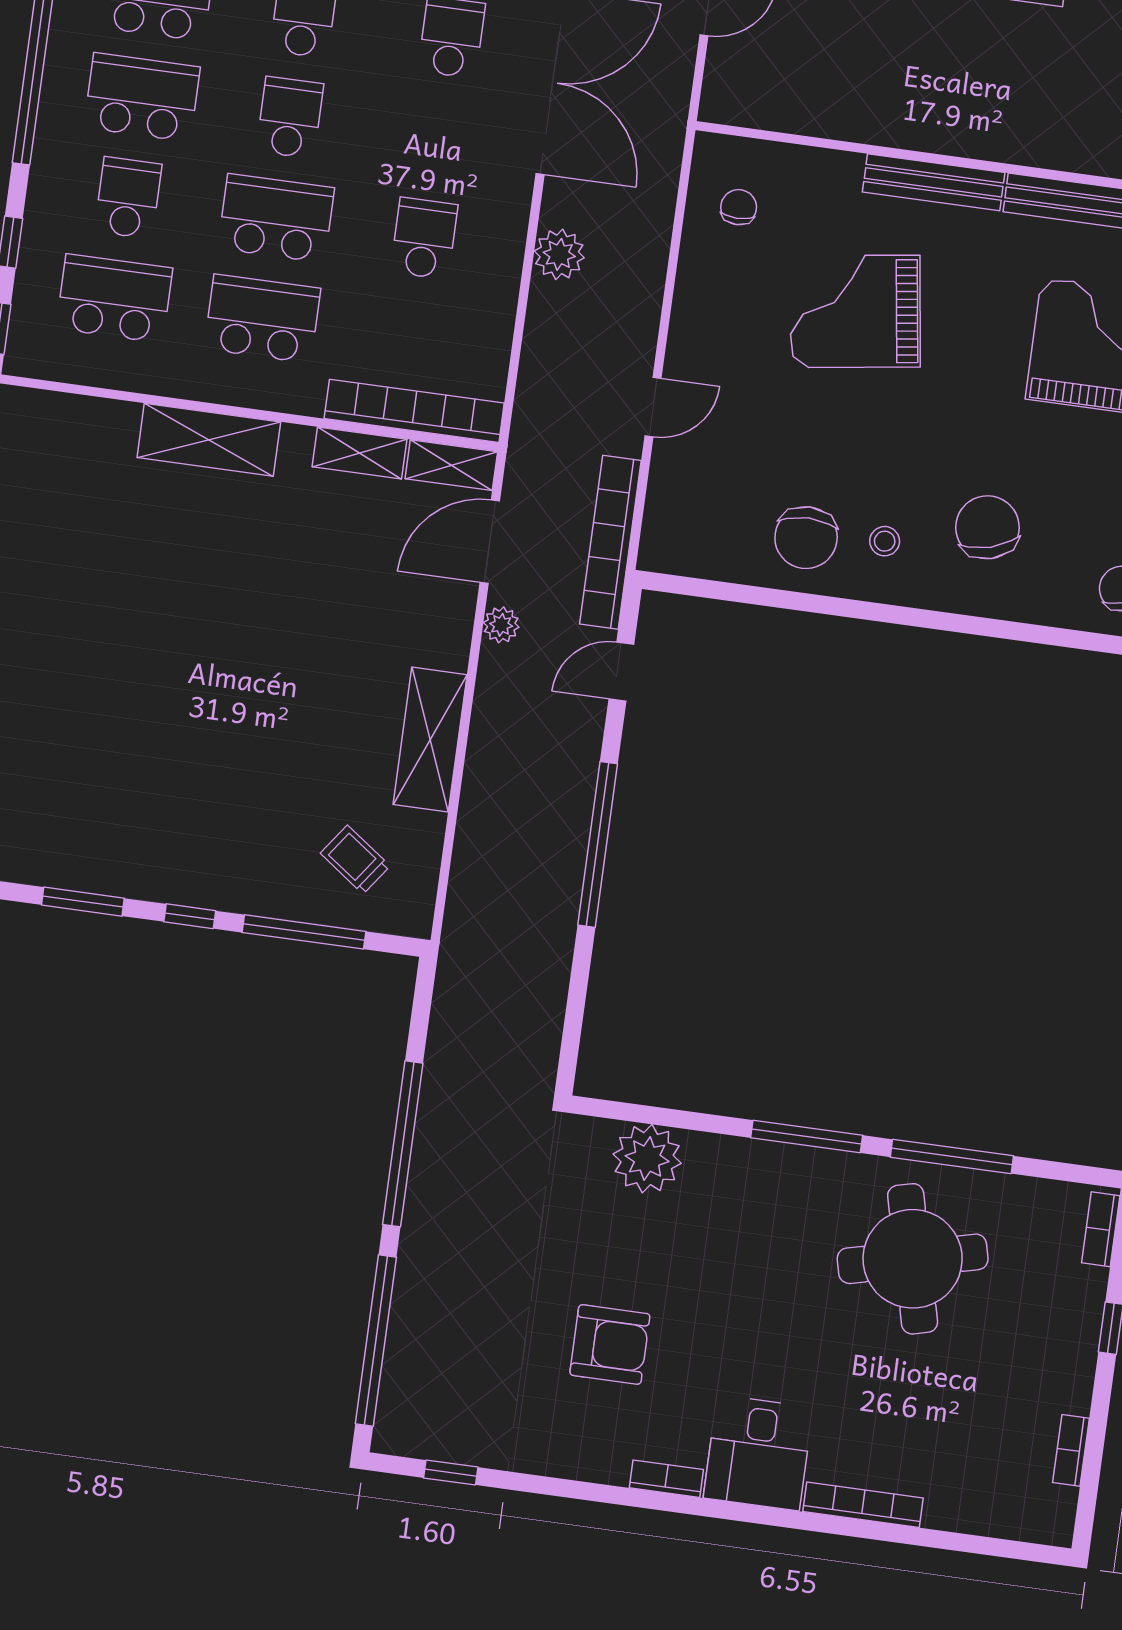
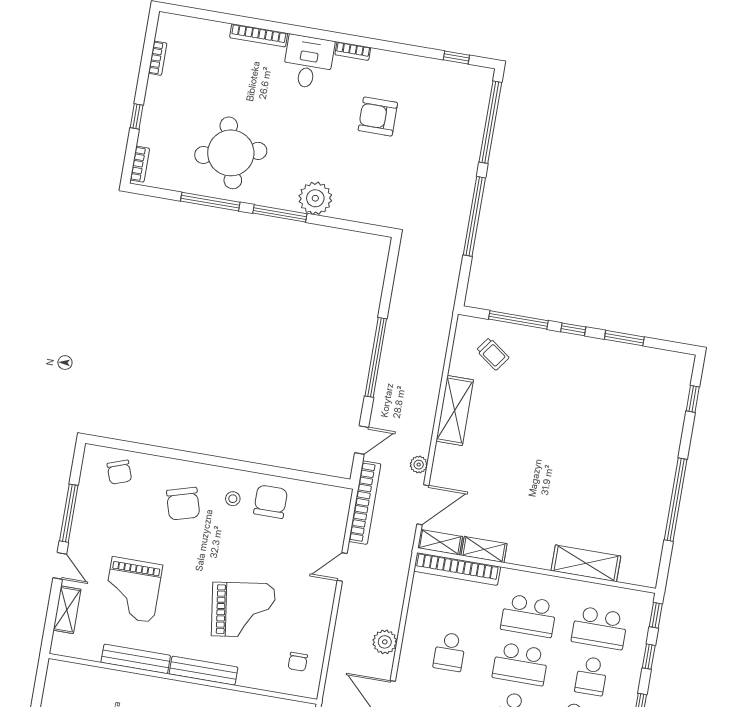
shelving: (209, 440) -> (586, 563), moved
plant: (647, 1159) -> (315, 198), moved

